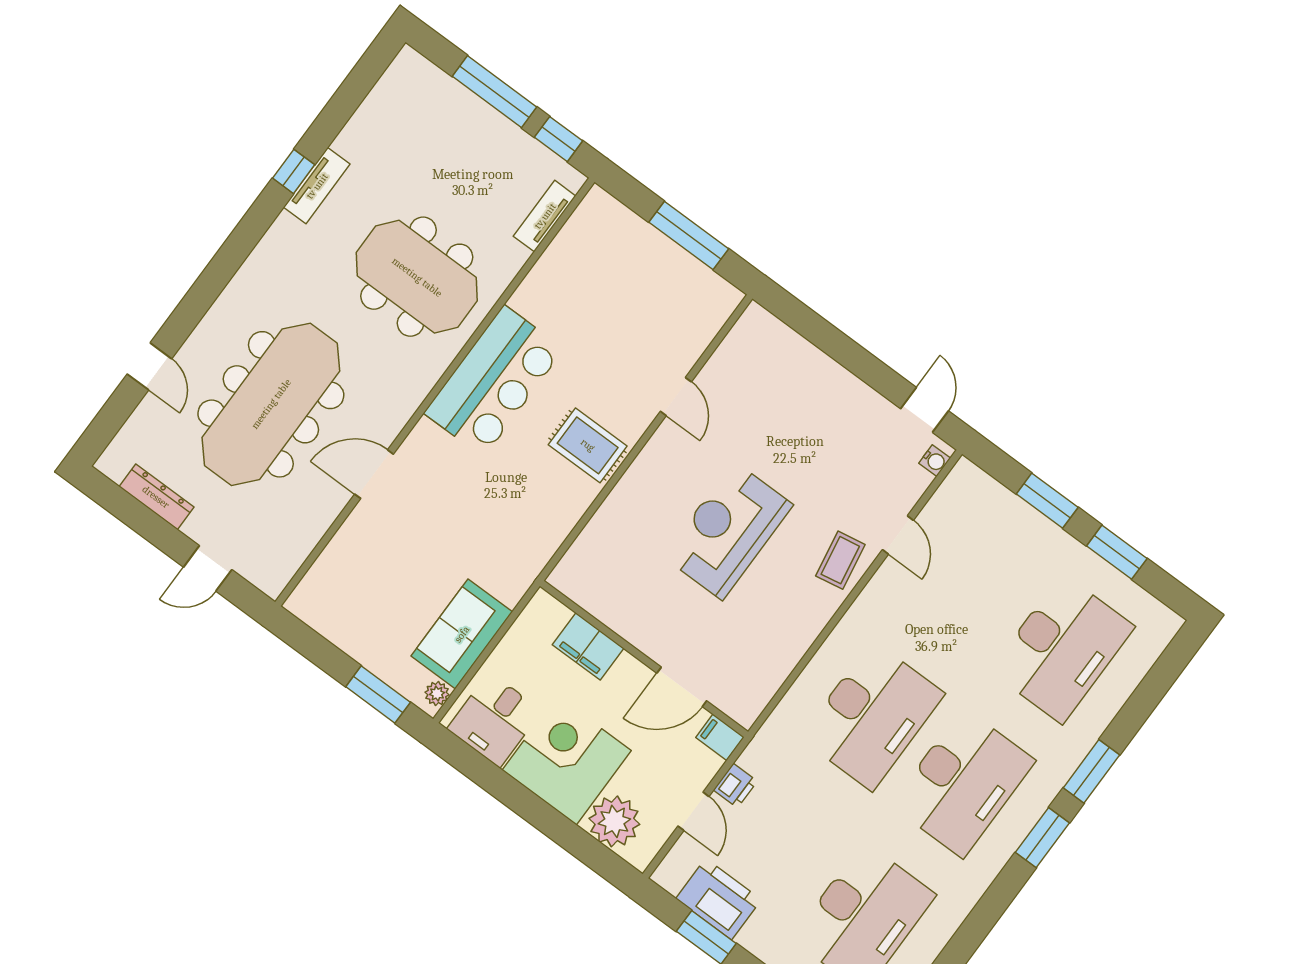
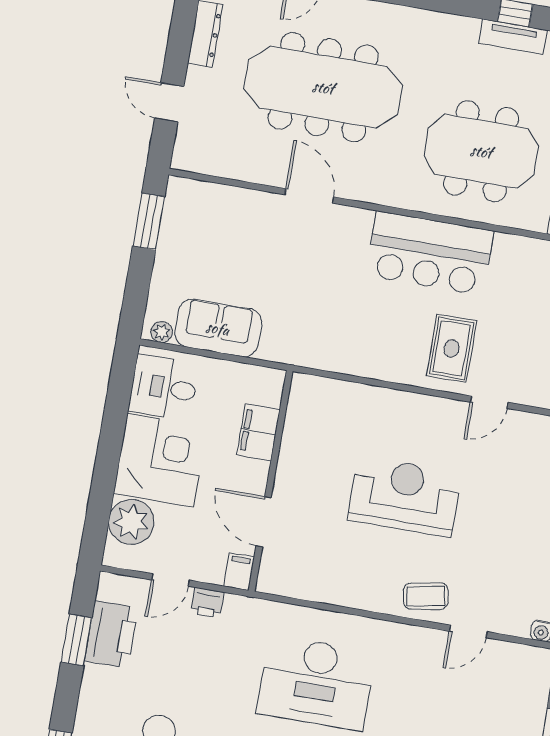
meeting table: (417, 277) -> (481, 151), turned 90
rug: (588, 445) -> (452, 348), moved
window: (378, 694) -> (149, 221), moved

